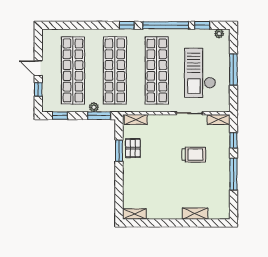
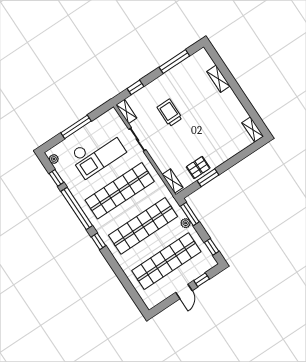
window: (233, 174) -> (174, 62), moved

